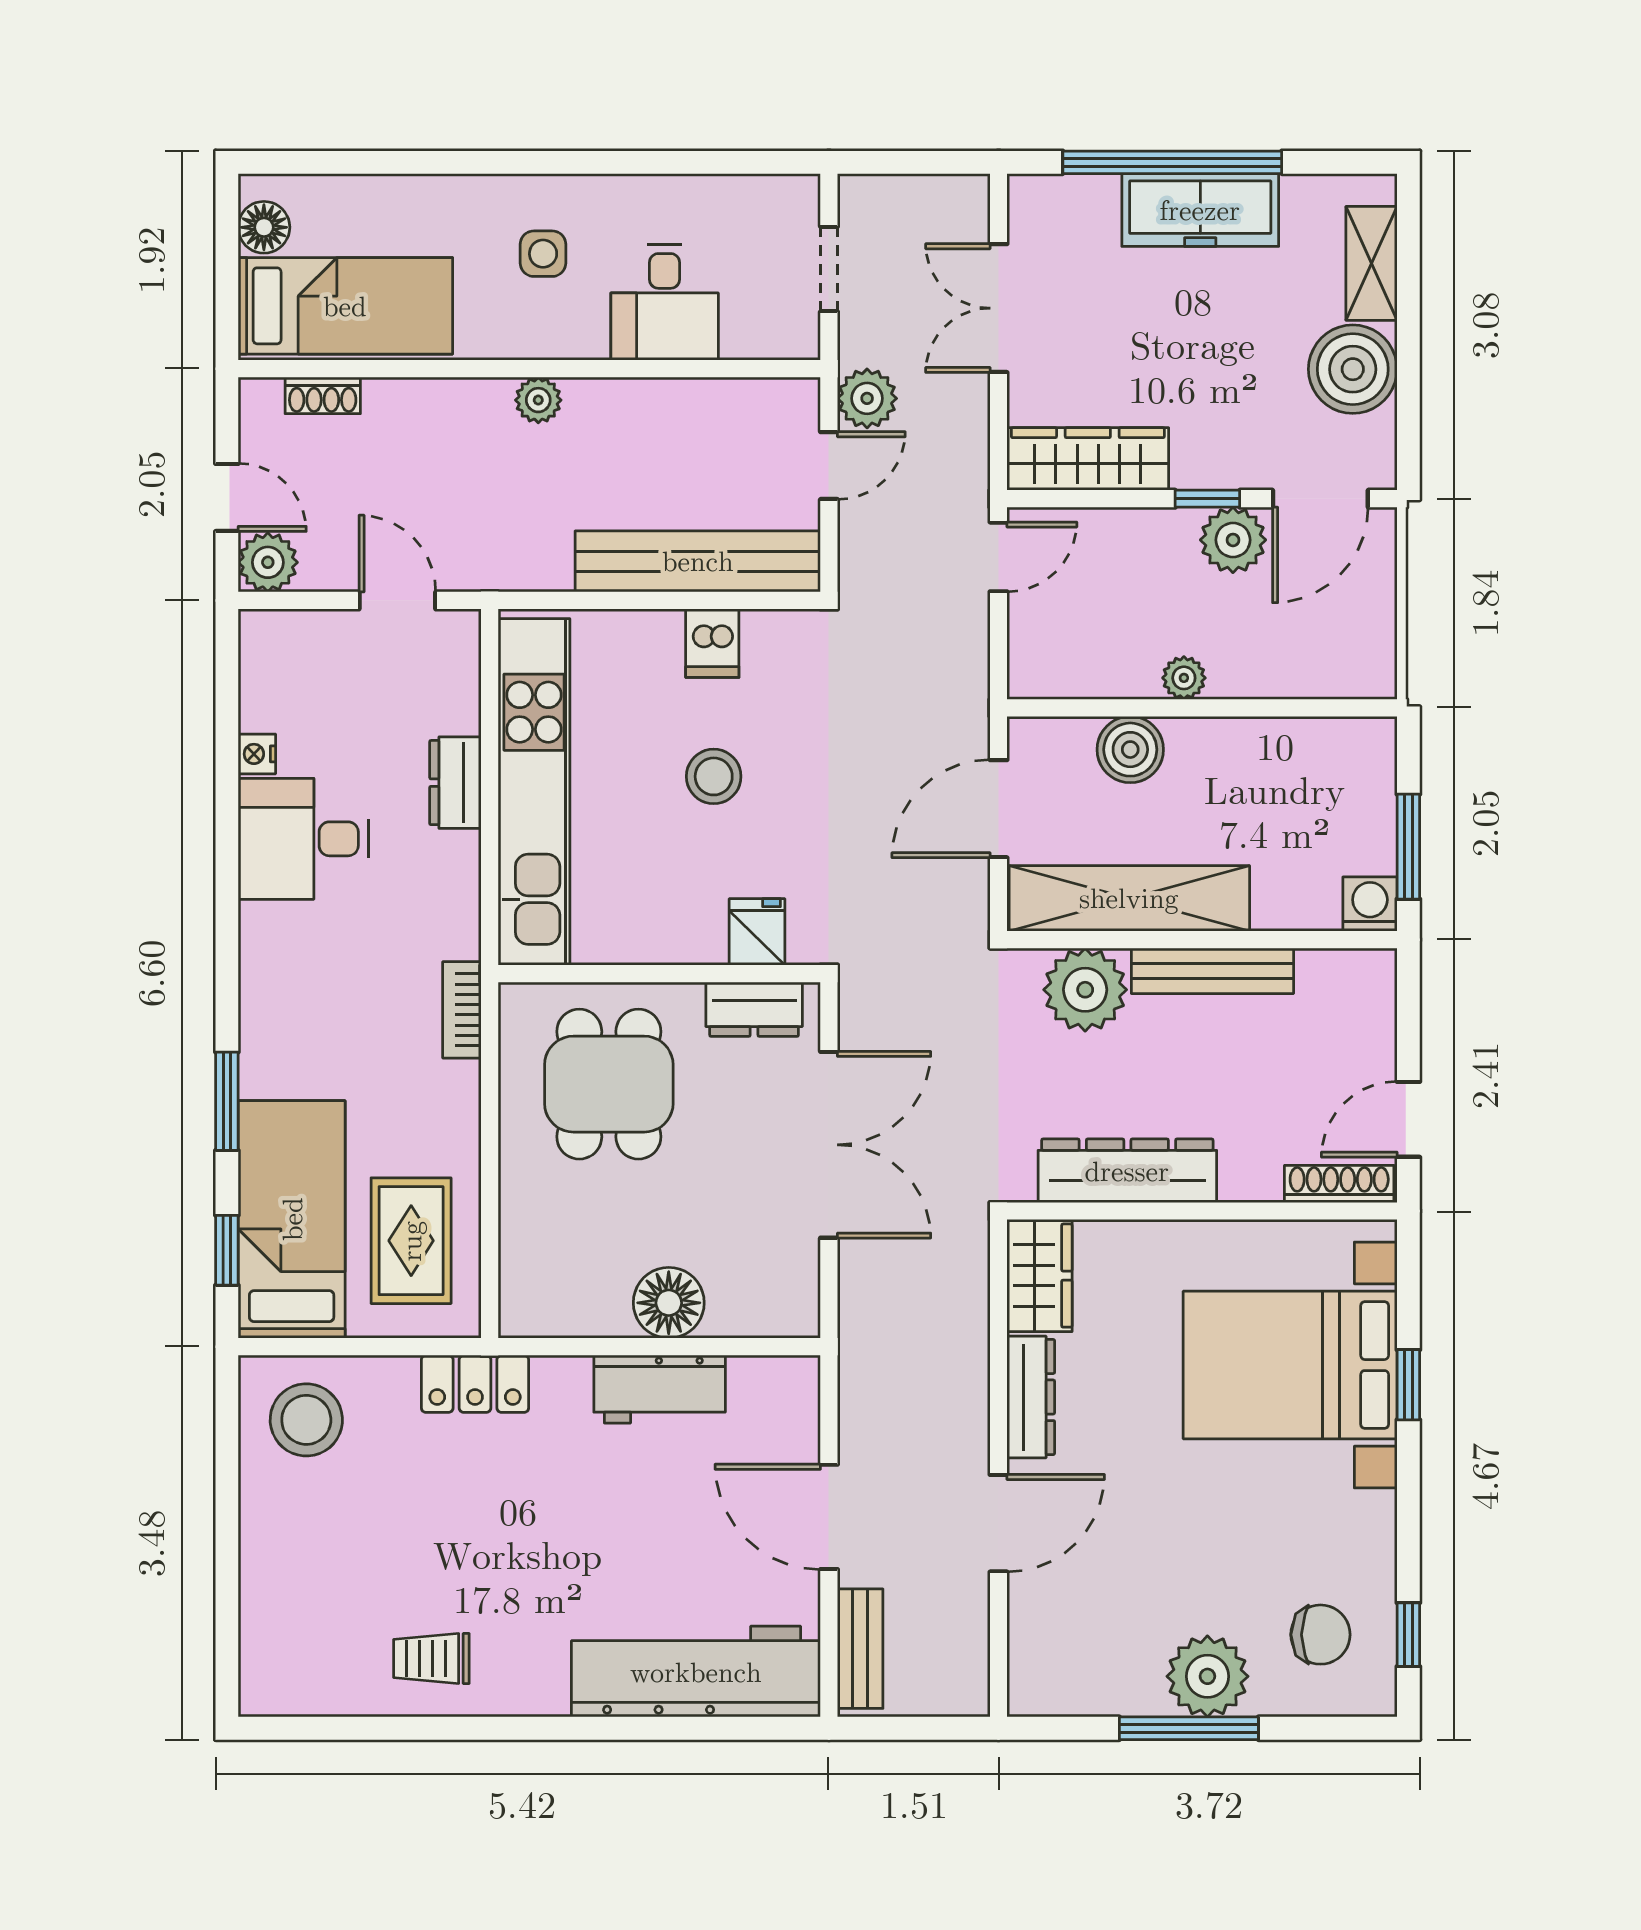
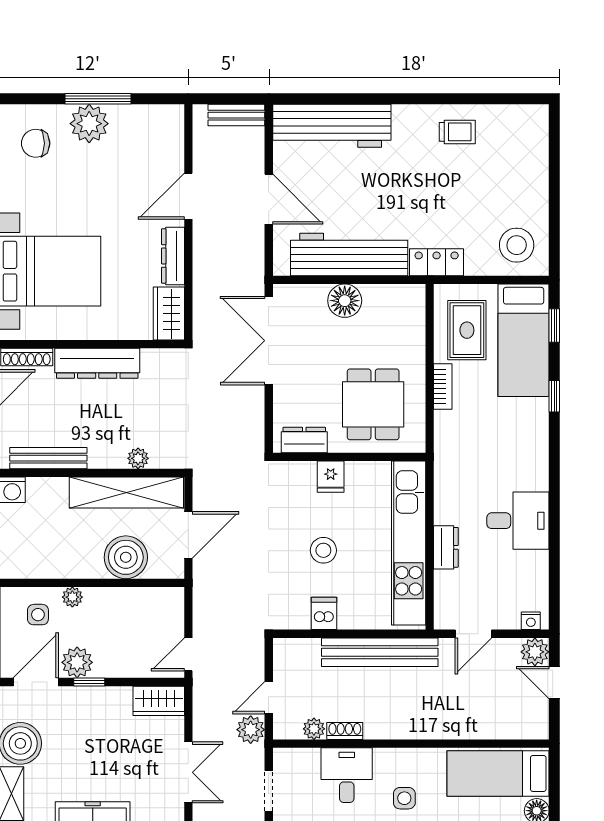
shoe rack: (323, 395) -> (345, 731), moved
plant: (538, 400) -> (314, 729), moved
wardrobe: (1088, 459) -> (159, 701), width x0.67
bench: (698, 561) -> (380, 652), moved
door: (397, 600) -> (473, 634), hinge flipped
side table: (1316, 641) -> (38, 615), added
plant: (1184, 678) -> (72, 597), moved
boiler: (1130, 750) -> (126, 557), width x1.37, depth x1.37
nightstand: (257, 754) -> (531, 621), moved, turned 90
fridge: (757, 932) -> (331, 477), moved
bench: (1212, 971) -> (48, 458), moved
plant: (1085, 990) -> (138, 458), width x0.53, depth x0.53
bookcase: (462, 1010) -> (443, 386), moved
window: (227, 1101) -> (554, 396), width x0.67
double door: (829, 1145) -> (269, 341), moved
dresser: (1127, 1171) -> (97, 363), moved
workbench: (660, 1389) -> (349, 255), width x1.88, depth x1.32
bench: (860, 1649) -> (236, 115), moved, turned 90

